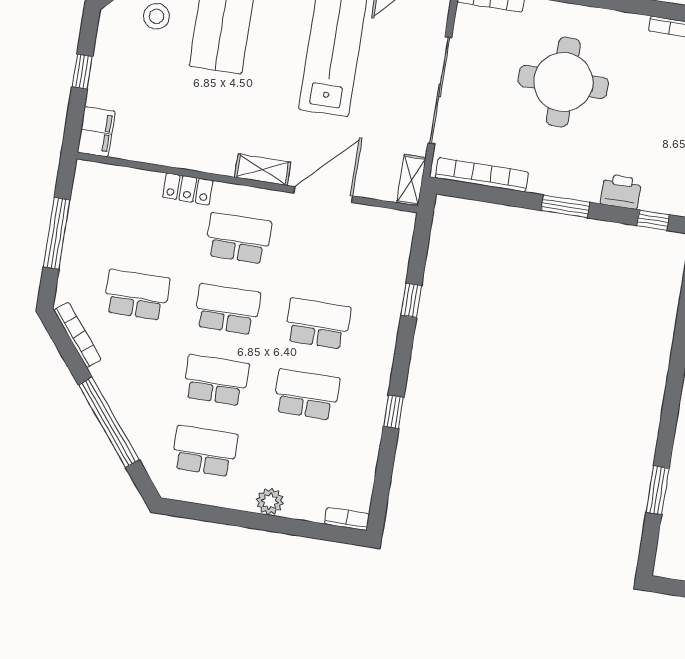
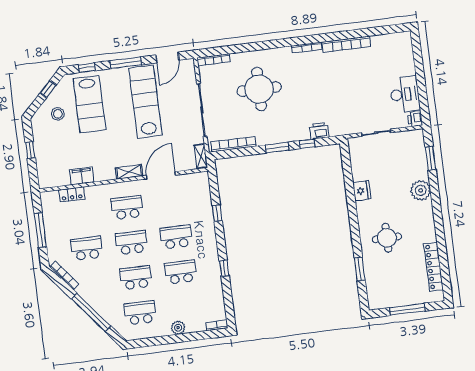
filing cabinet: (96, 132) -> (82, 176), moved, turned -90
locker: (188, 189) -> (72, 194), moved
printer: (621, 192) -> (319, 131), moved
window: (653, 220) -> (307, 144), moved

